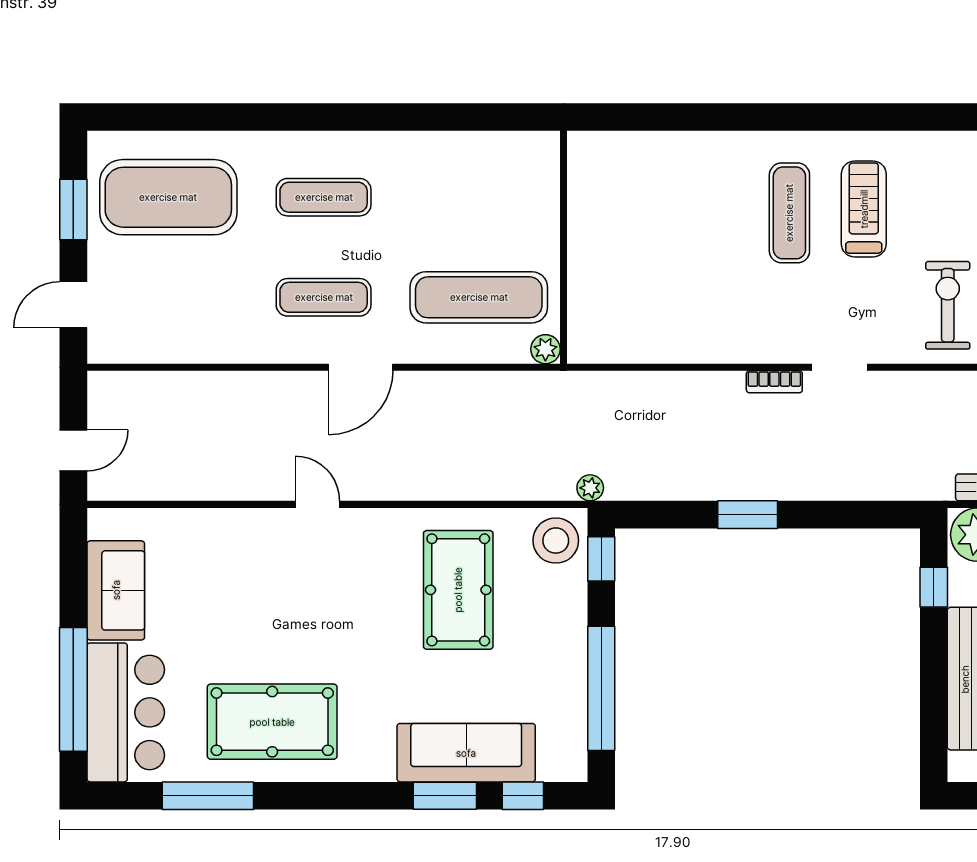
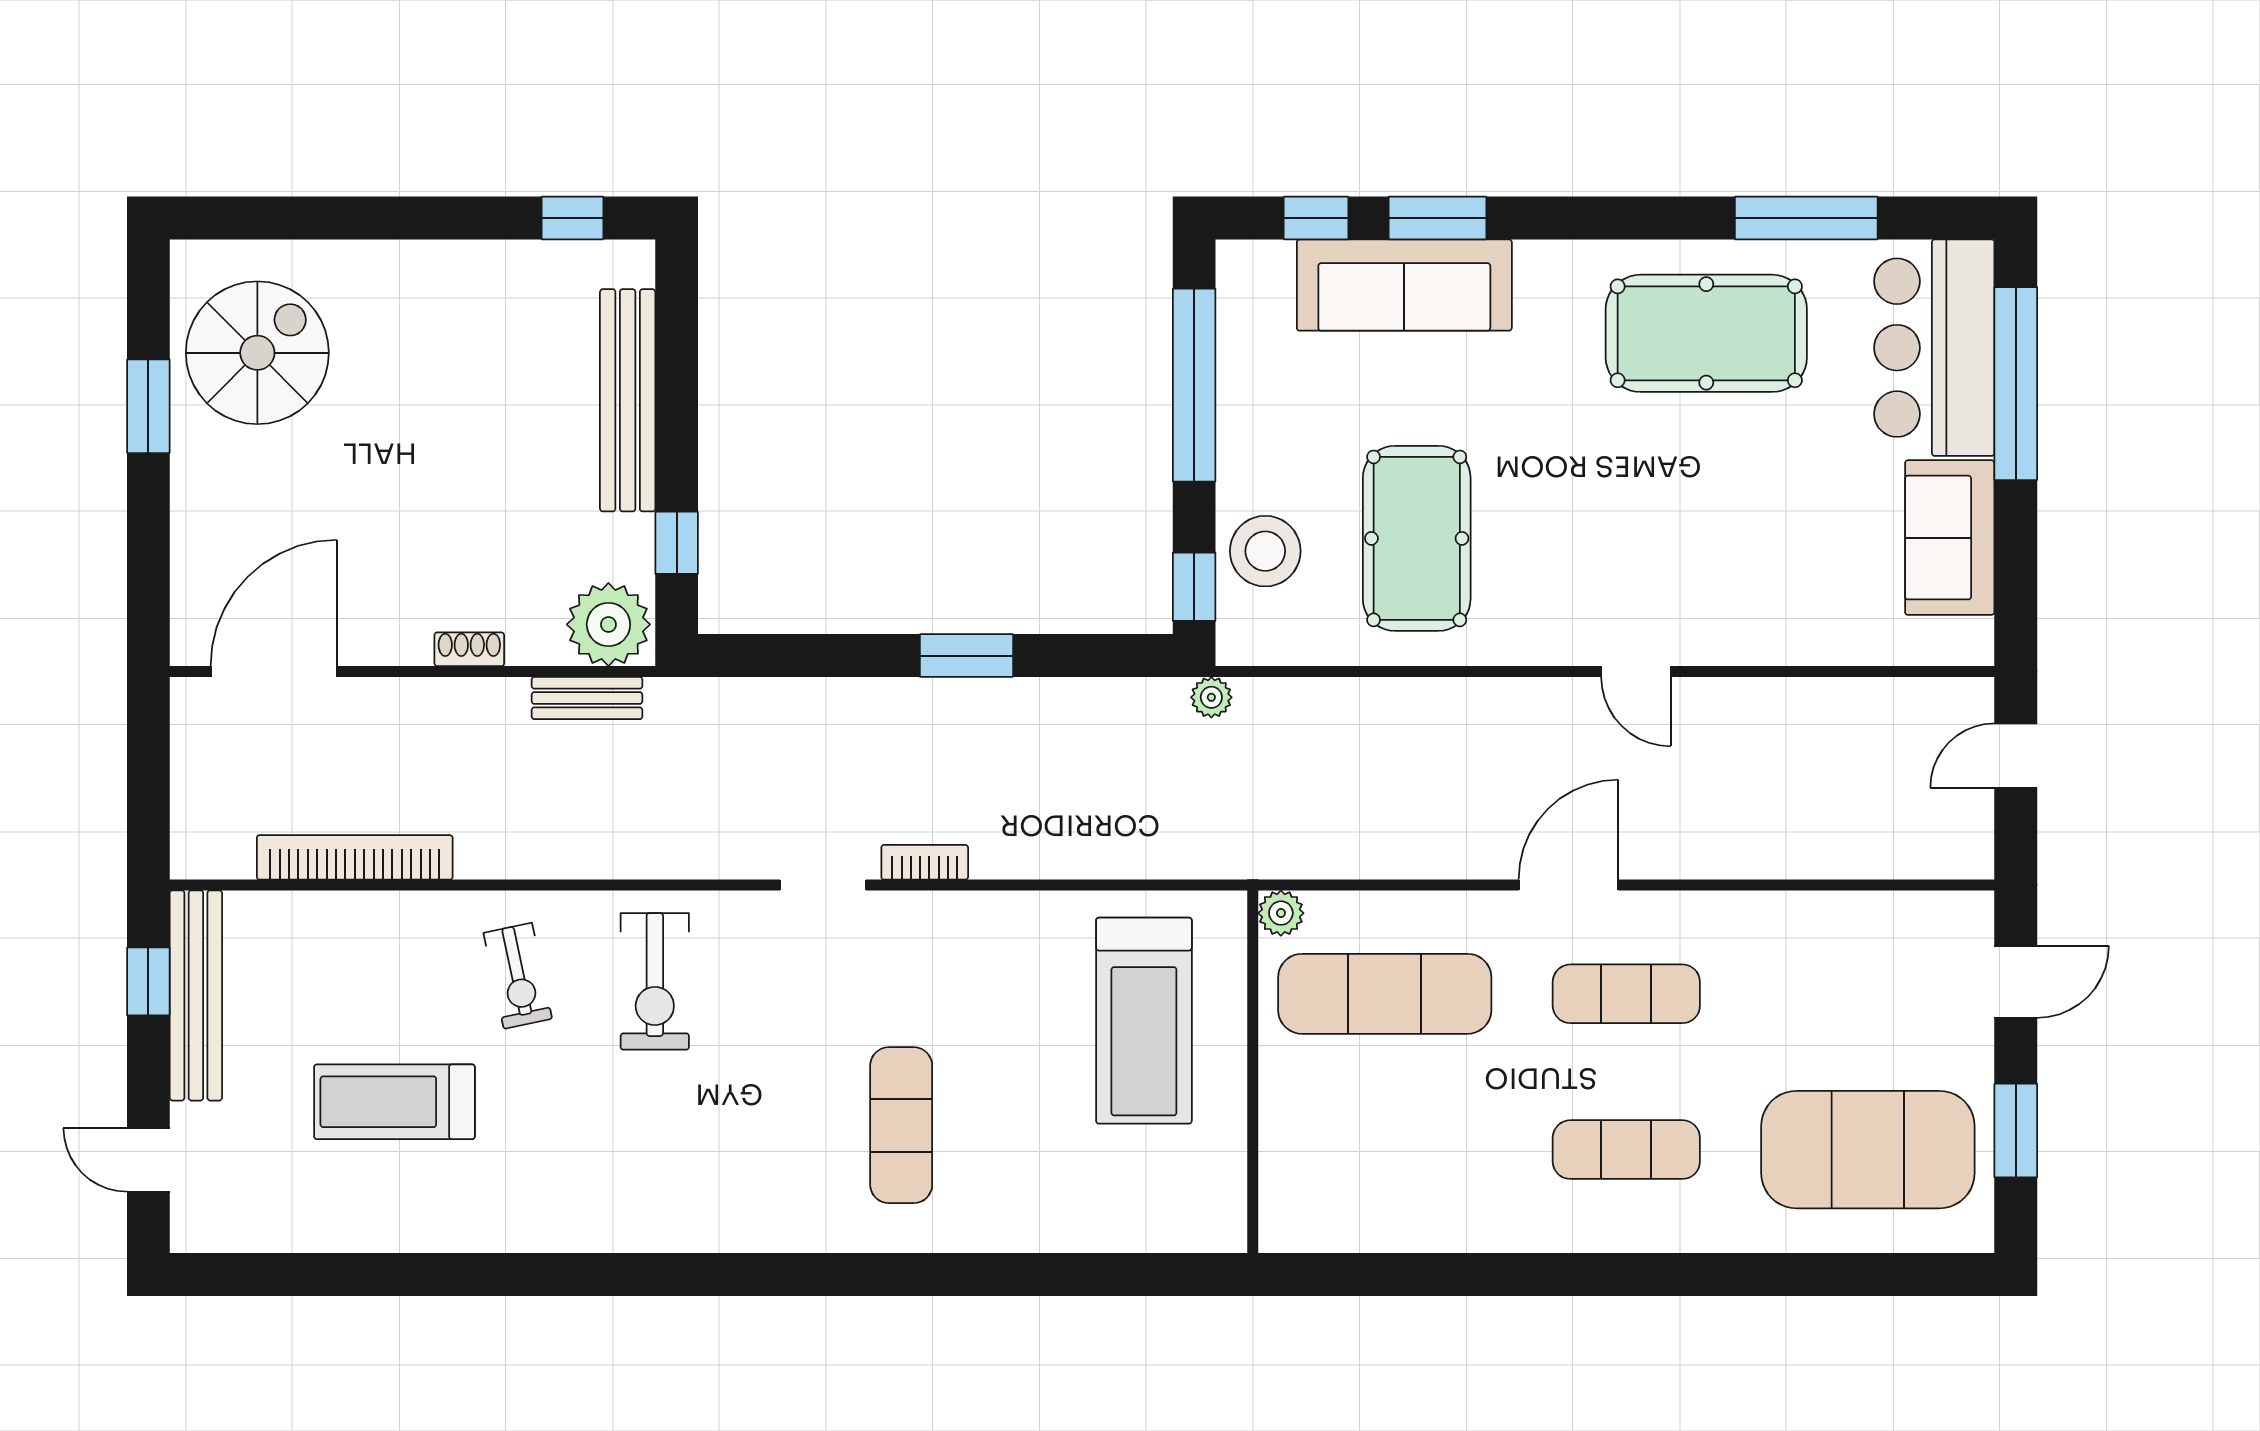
treadmill: (864, 209) -> (1144, 1021), moved, width x1.37, depth x1.38
stool: (556, 541) -> (1265, 551), moved

